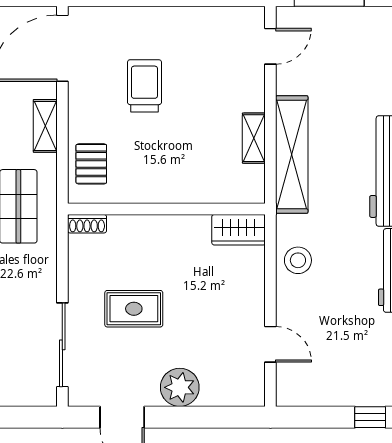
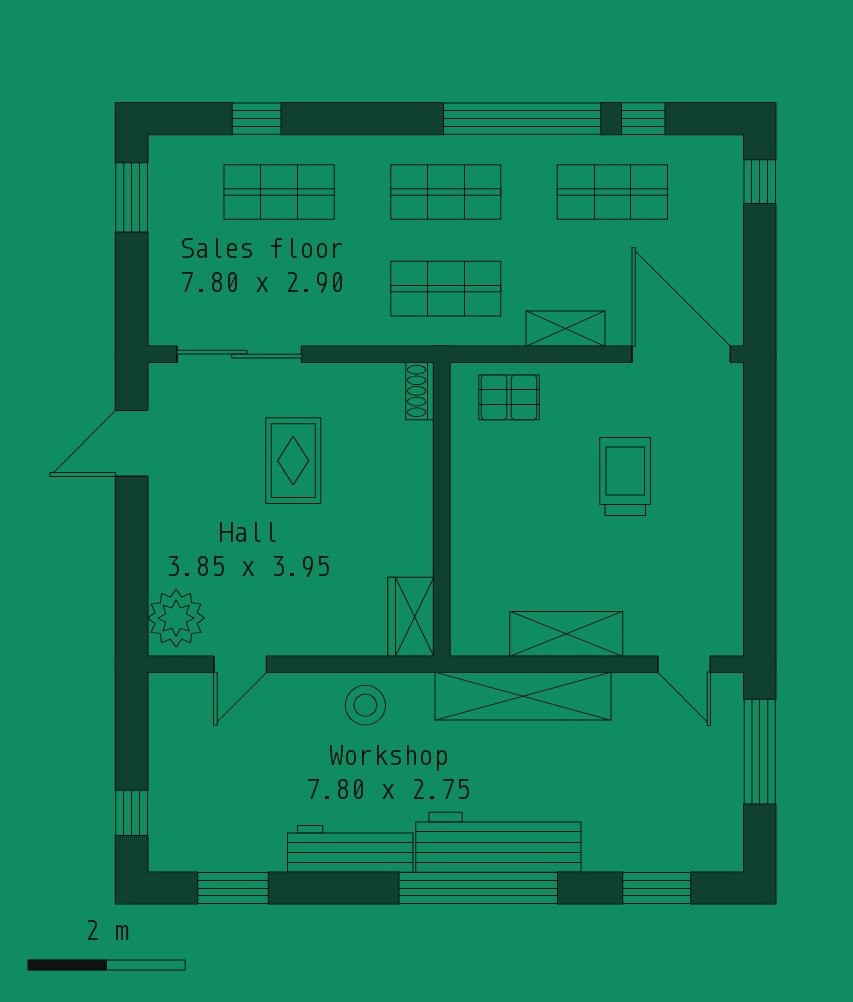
trolley: (144, 86) -> (625, 476), turned -90
shelving: (254, 138) -> (566, 634), width x1.50, depth x1.33
plant: (180, 387) -> (176, 618), moved

